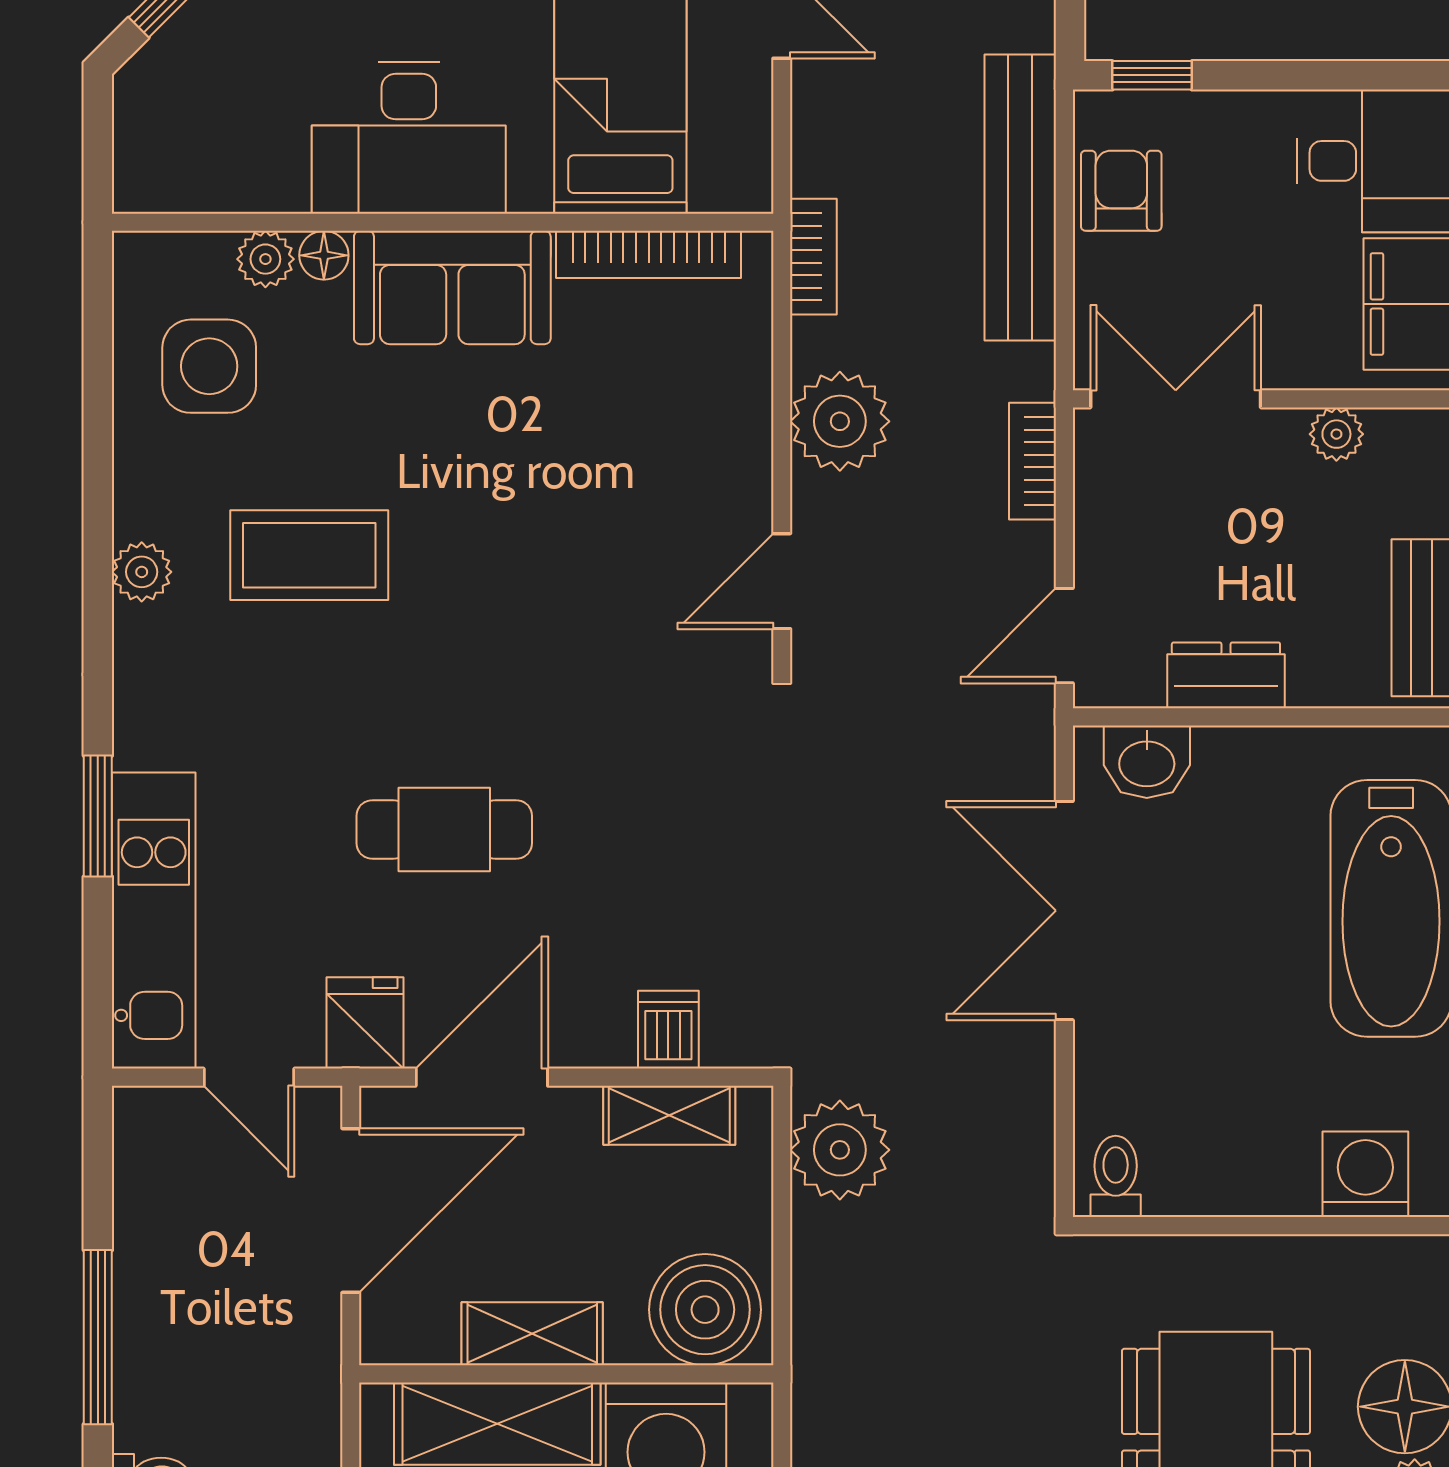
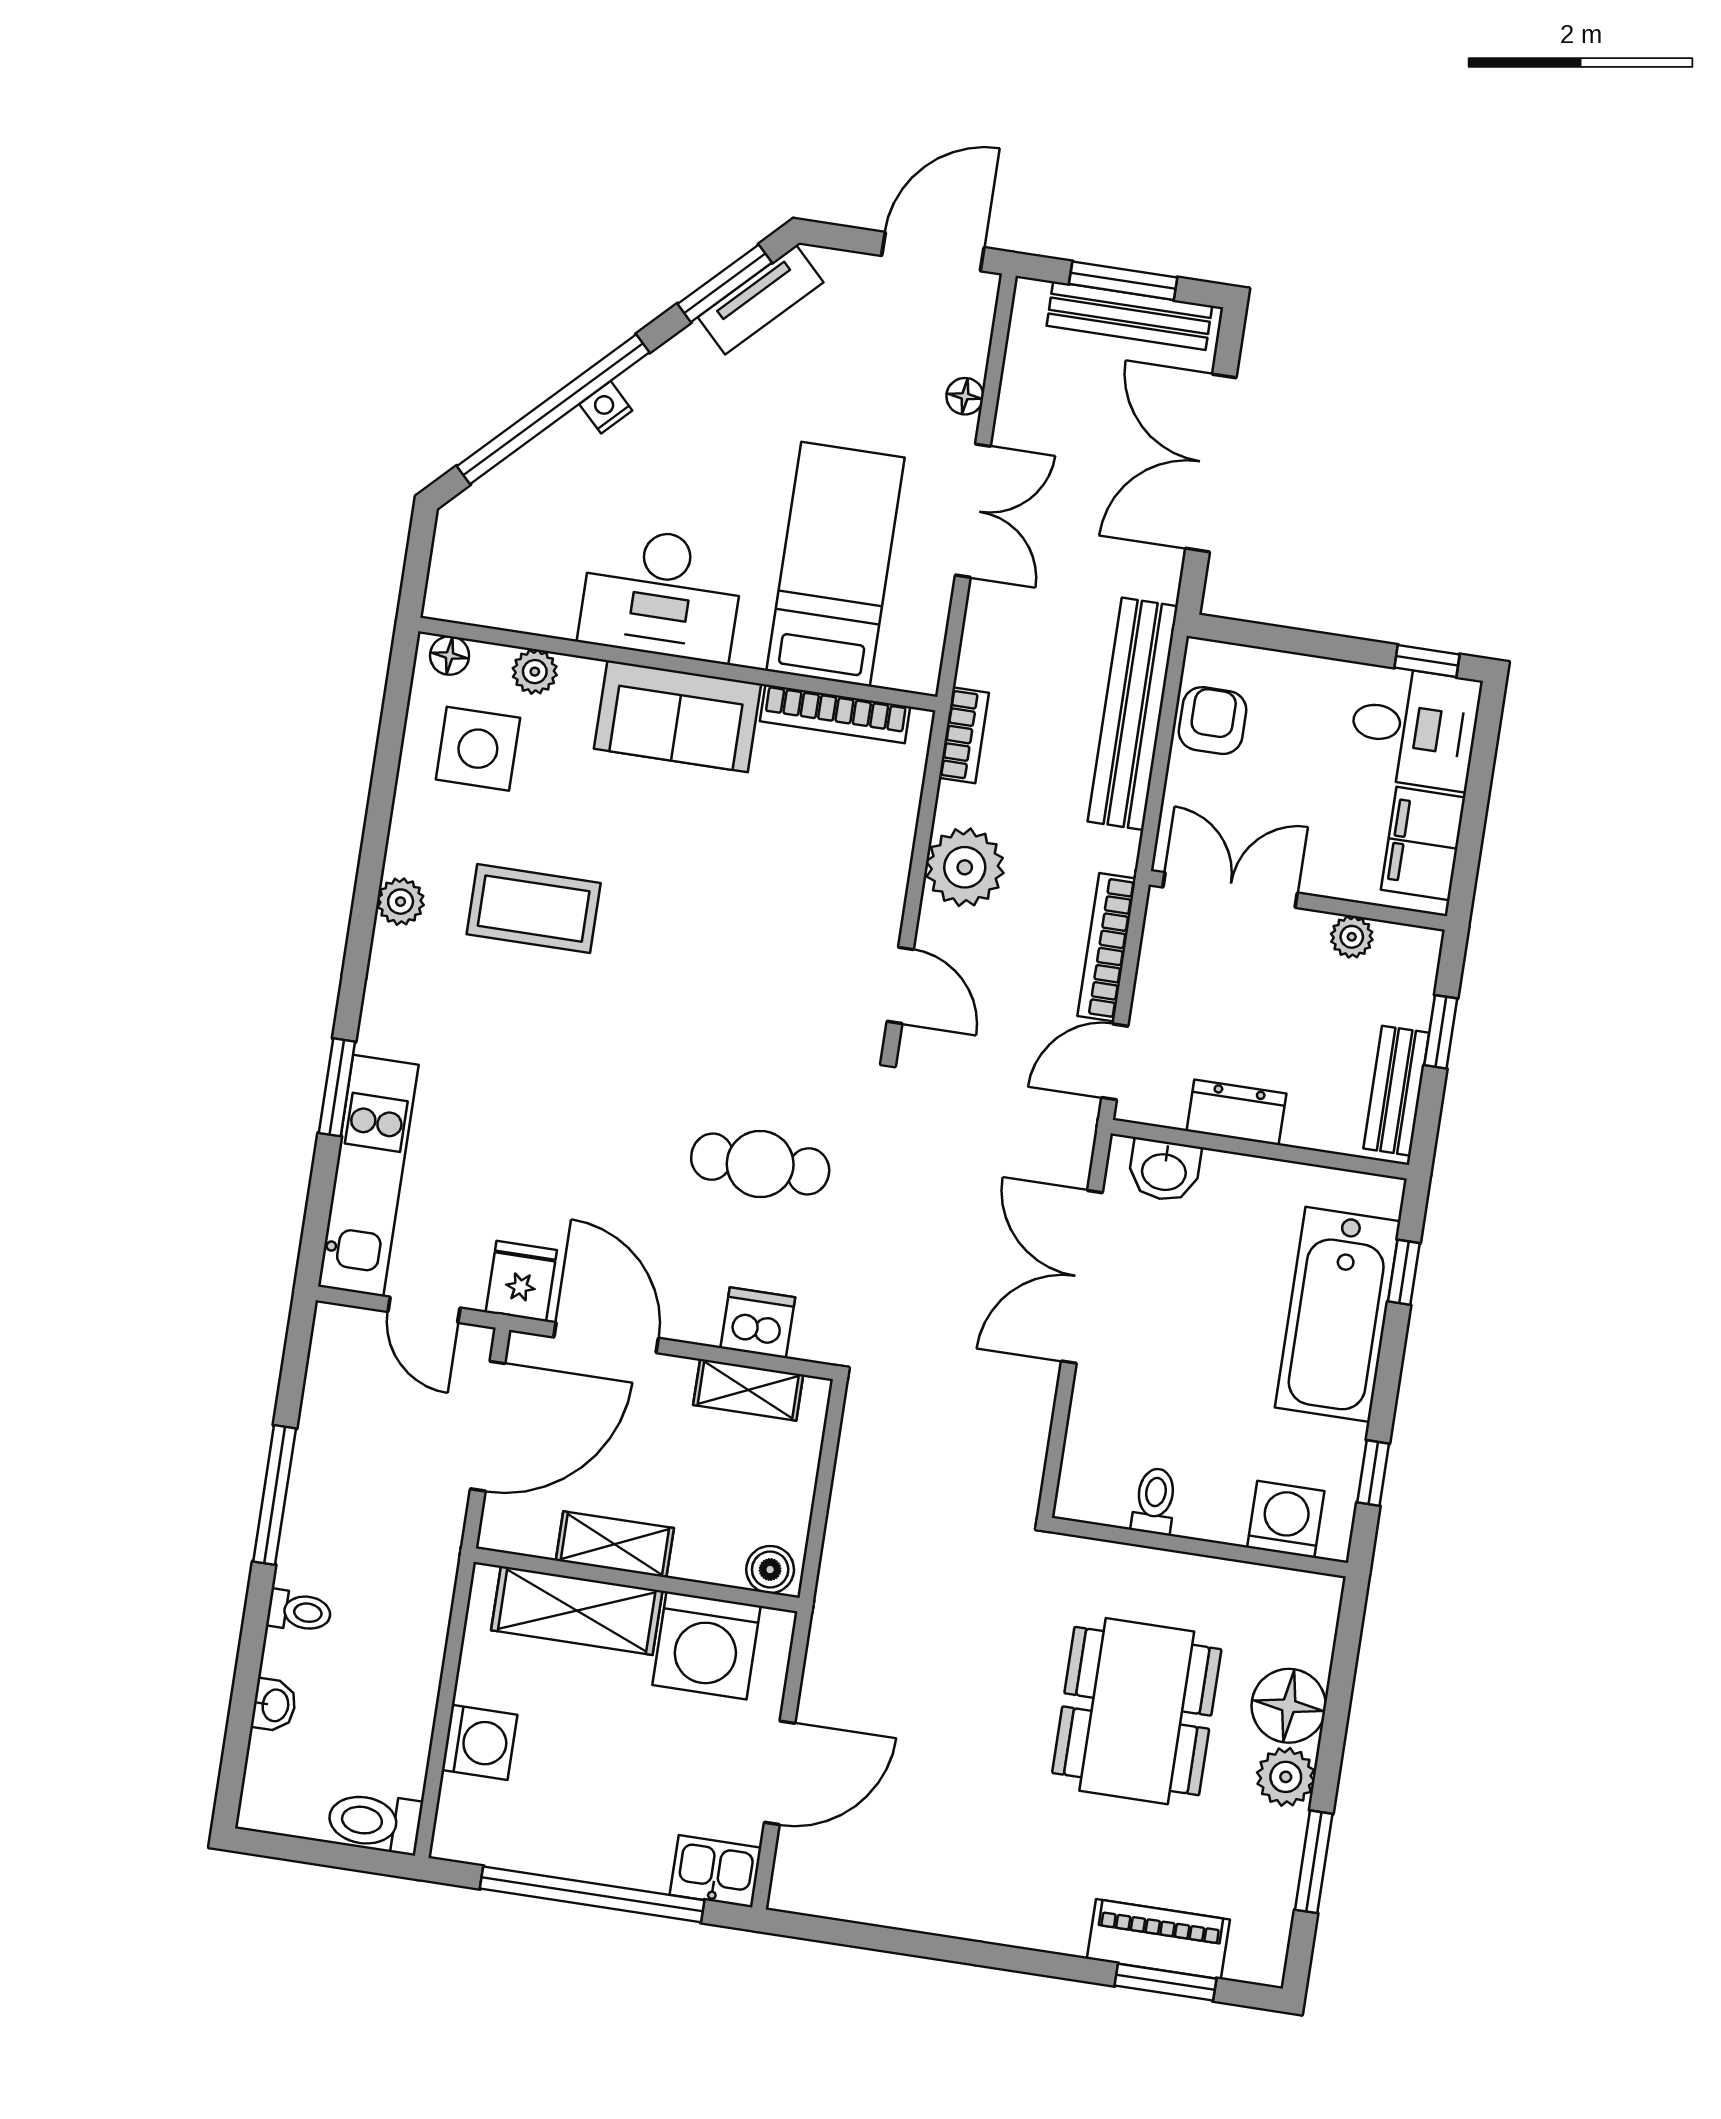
window: (1152, 75) -> (1427, 661), moved
floor lamp: (324, 255) -> (450, 656), moved
bookcase: (1032, 461) -> (1107, 947), width x1.56
door: (782, 581) -> (900, 985), swing flipped
cafe table: (444, 830) -> (760, 1164), moved
dishwasher: (668, 1030) -> (758, 1323), width x1.38
door: (482, 1077) -> (606, 1338), hinge flipped
plant: (840, 1150) -> (878, 1437), removed
toilet: (1116, 1176) -> (1155, 1501), moved
boiler: (705, 1310) -> (770, 1570), width x0.54, depth x0.54

